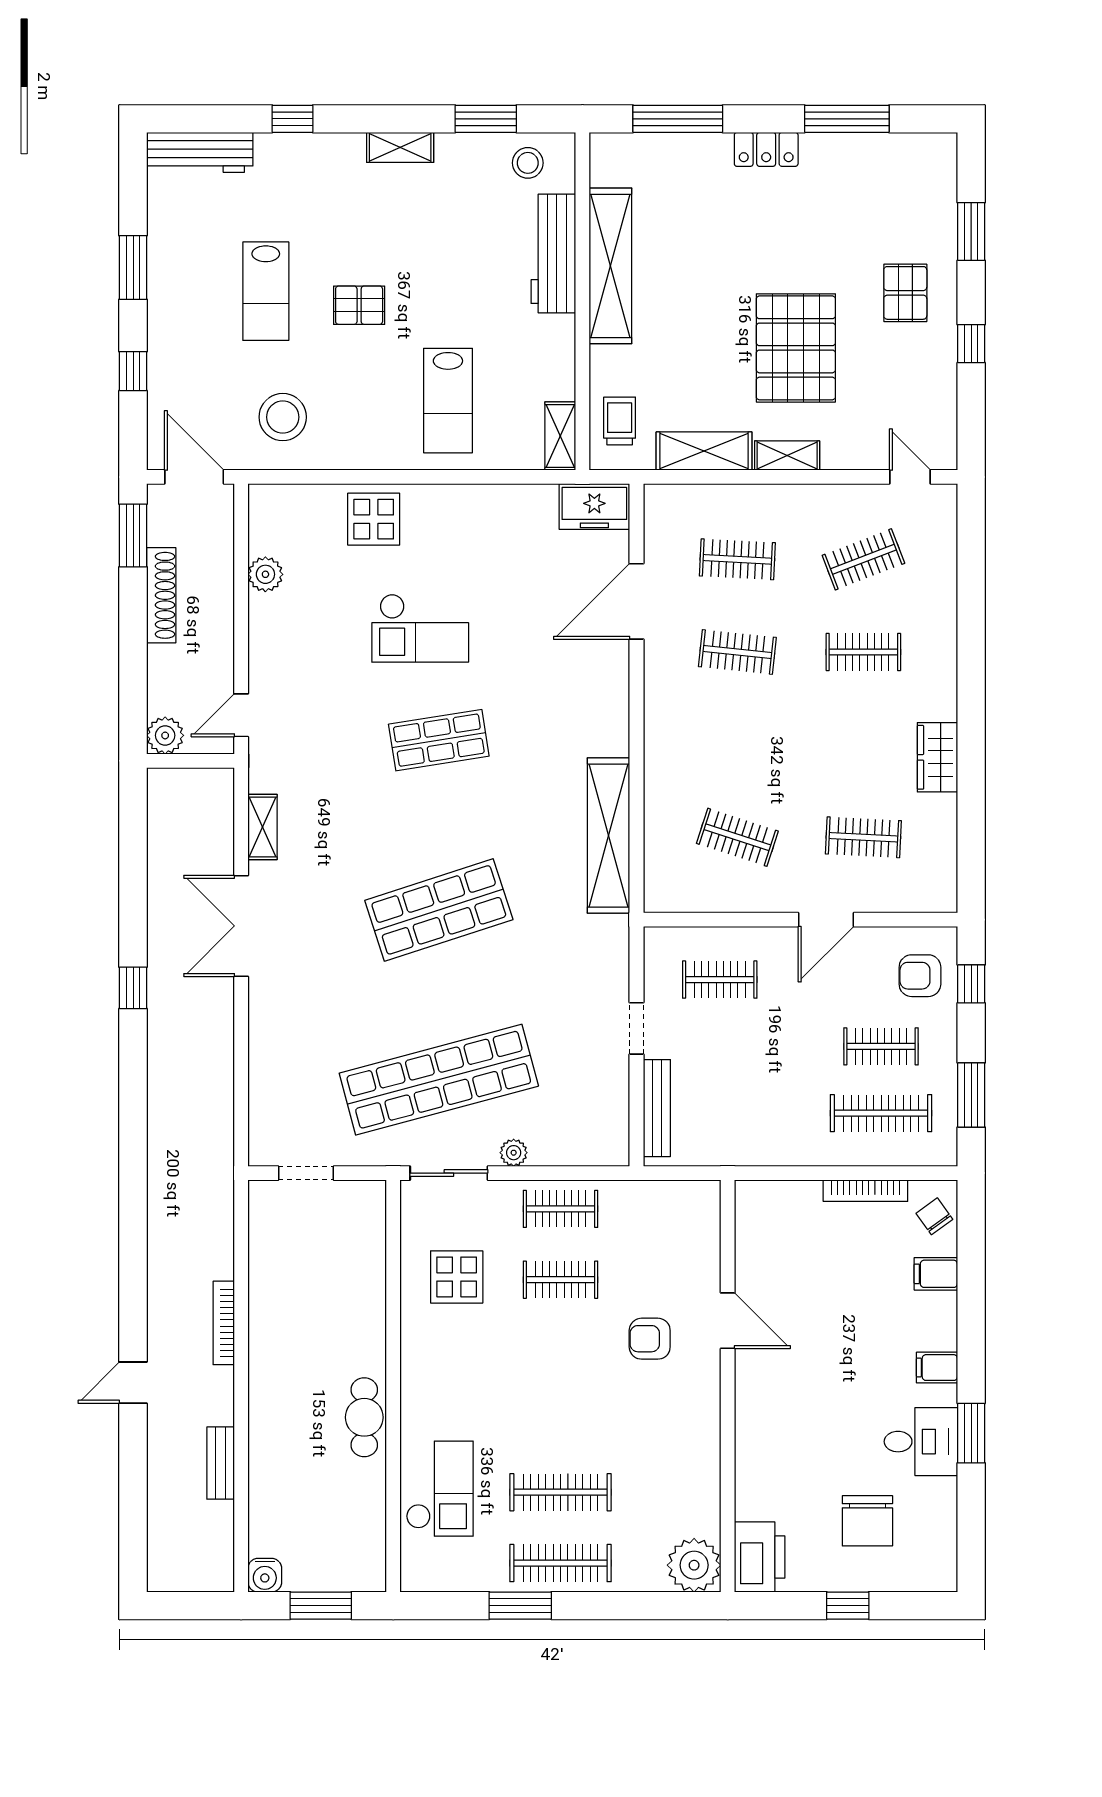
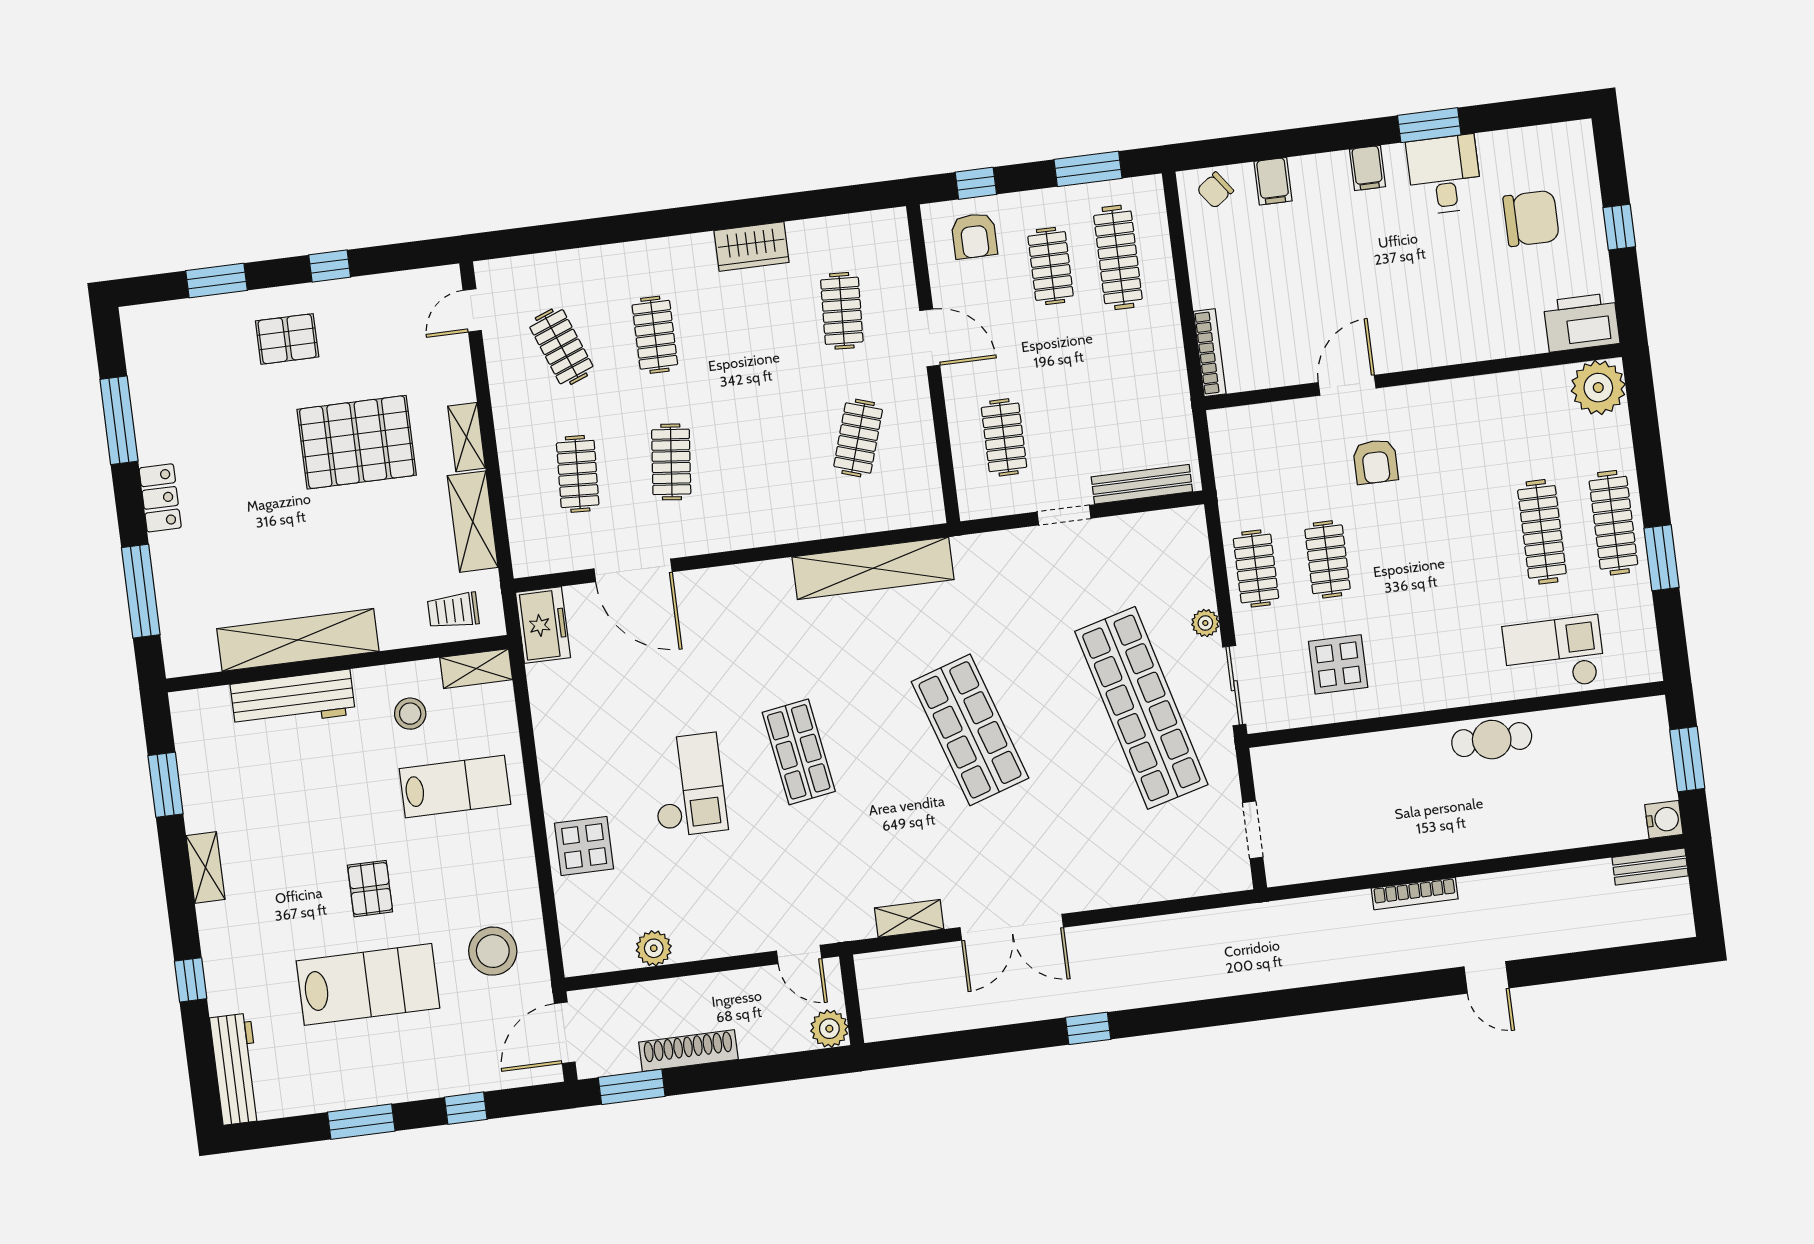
stool: (528, 163) -> (410, 714), moved
lab bench: (266, 291) -> (368, 984), width x1.36, depth x1.39
bookcase: (865, 1191) -> (1210, 353), moved
bench: (221, 1463) -> (1650, 867), moved

